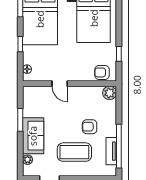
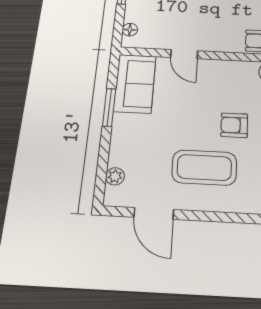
sofa: (33, 136) -> (135, 83), moved

